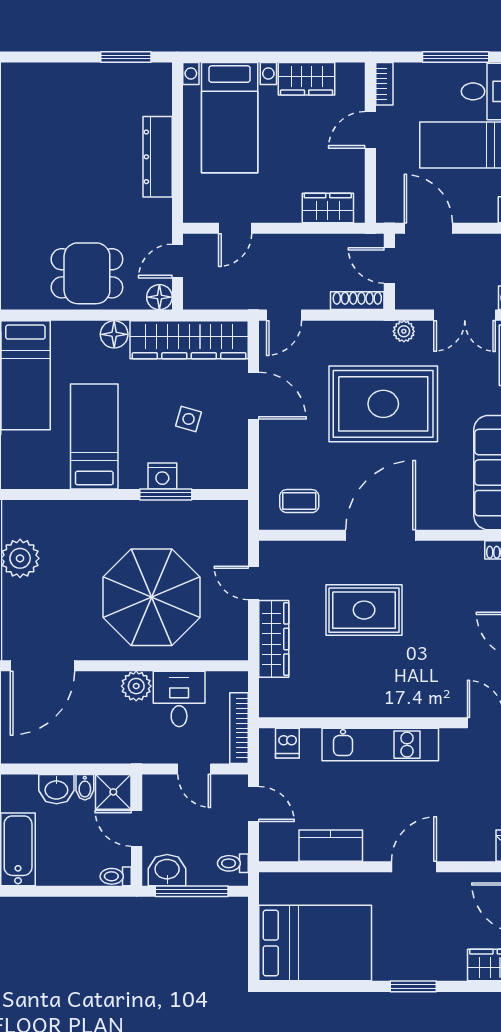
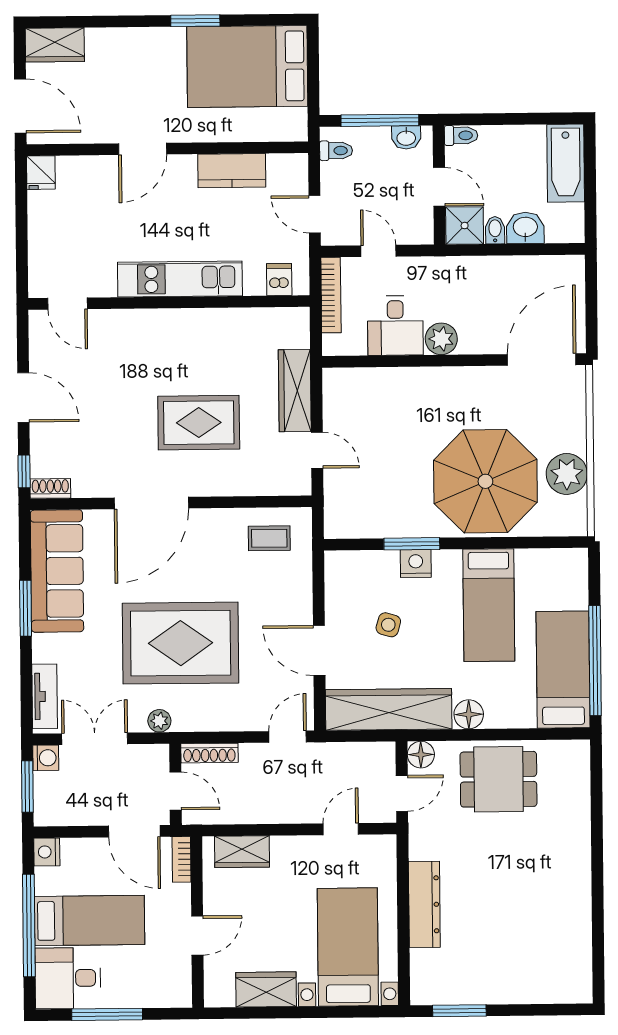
bookcase: (384, 84) -> (182, 859), moved
door: (381, 535) -> (151, 503), moved
parasol: (151, 597) -> (485, 481), moved
washbasin: (167, 870) -> (406, 137), width x0.72, depth x0.69
window: (413, 986) -> (195, 21), moved

